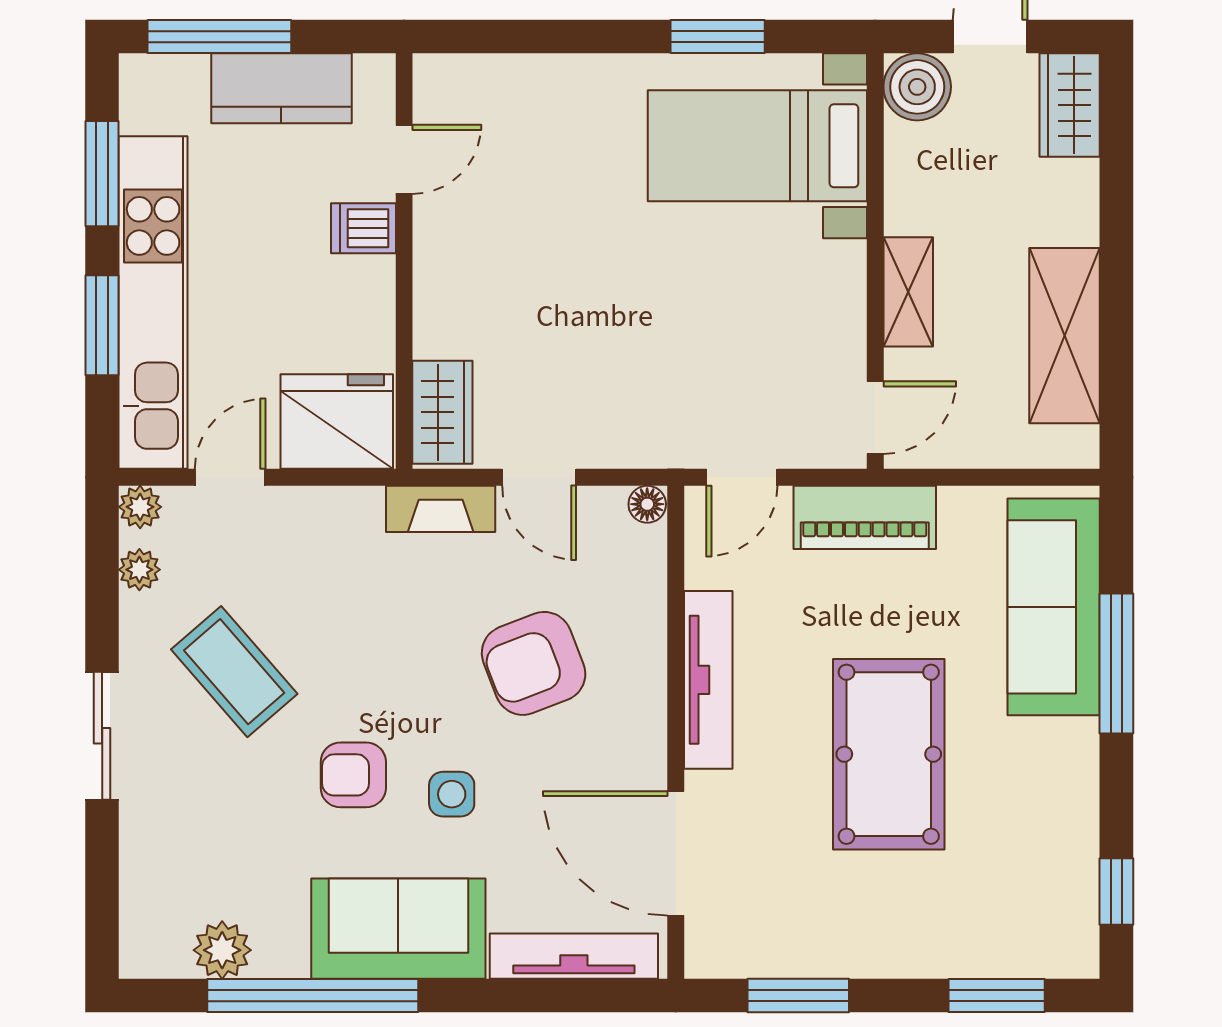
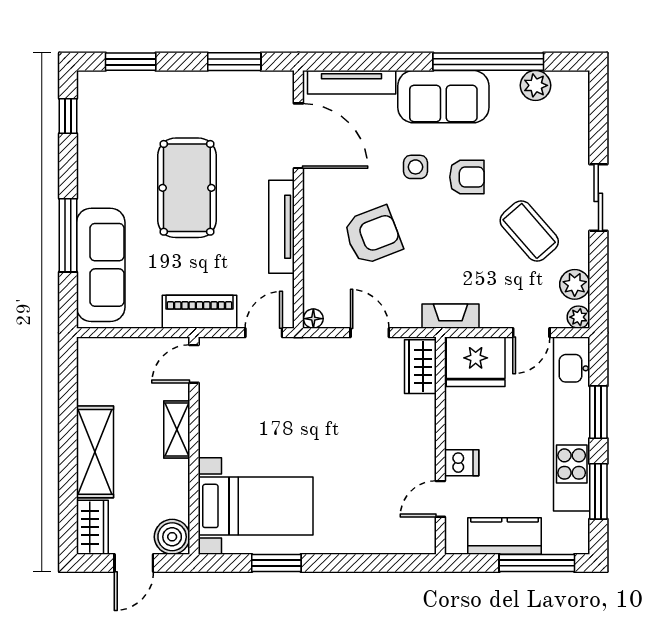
shelving: (1065, 336) -> (95, 452), moved
fireplace: (441, 509) -> (451, 316), moved
plant: (139, 570) -> (575, 284), width x1.38, depth x1.38

